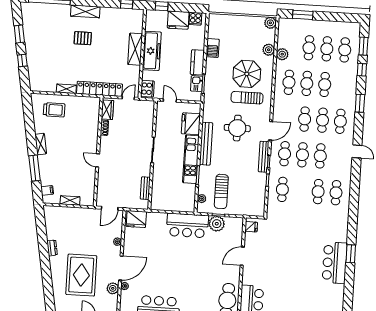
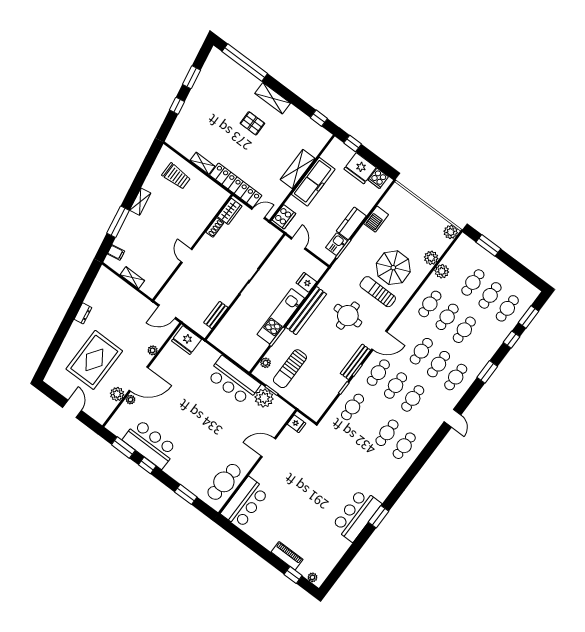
fridge: (191, 124) -> (306, 282), width x0.53, depth x0.75

